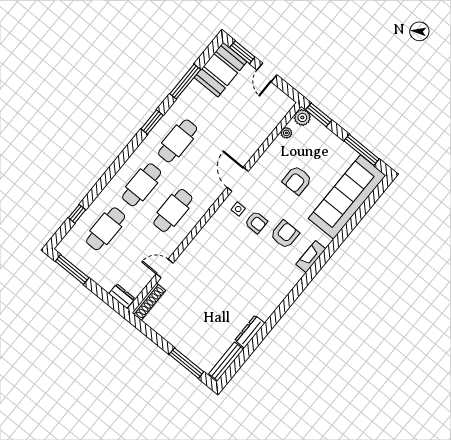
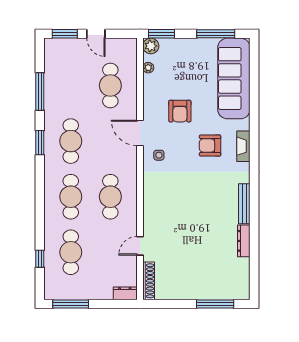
booth: (220, 70) -> (59, 61), removed
cafe table: (245, 123) -> (110, 85), added
armchair: (297, 180) -> (180, 111), moved
armchair: (256, 222) -> (181, 154), removed
armchair: (285, 234) -> (210, 145), turned -90
bench: (226, 361) -> (244, 204), moved

